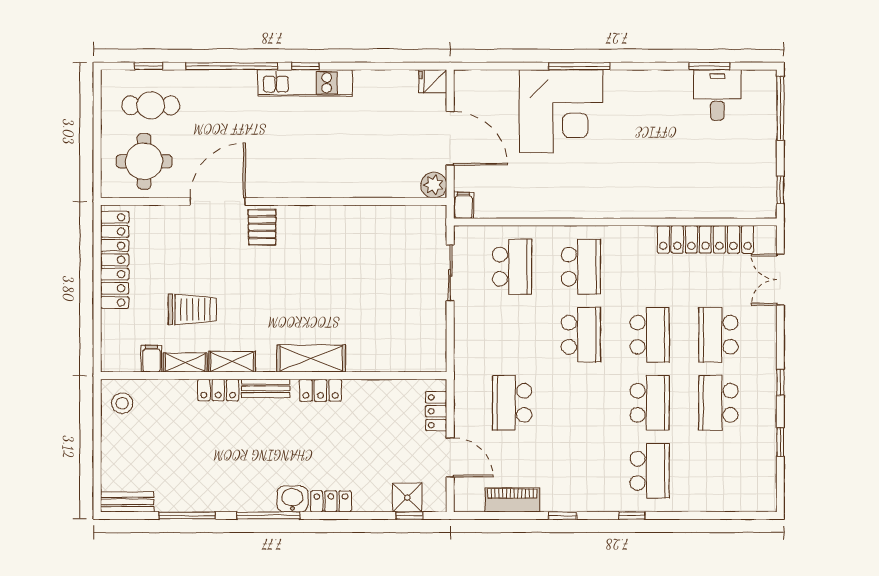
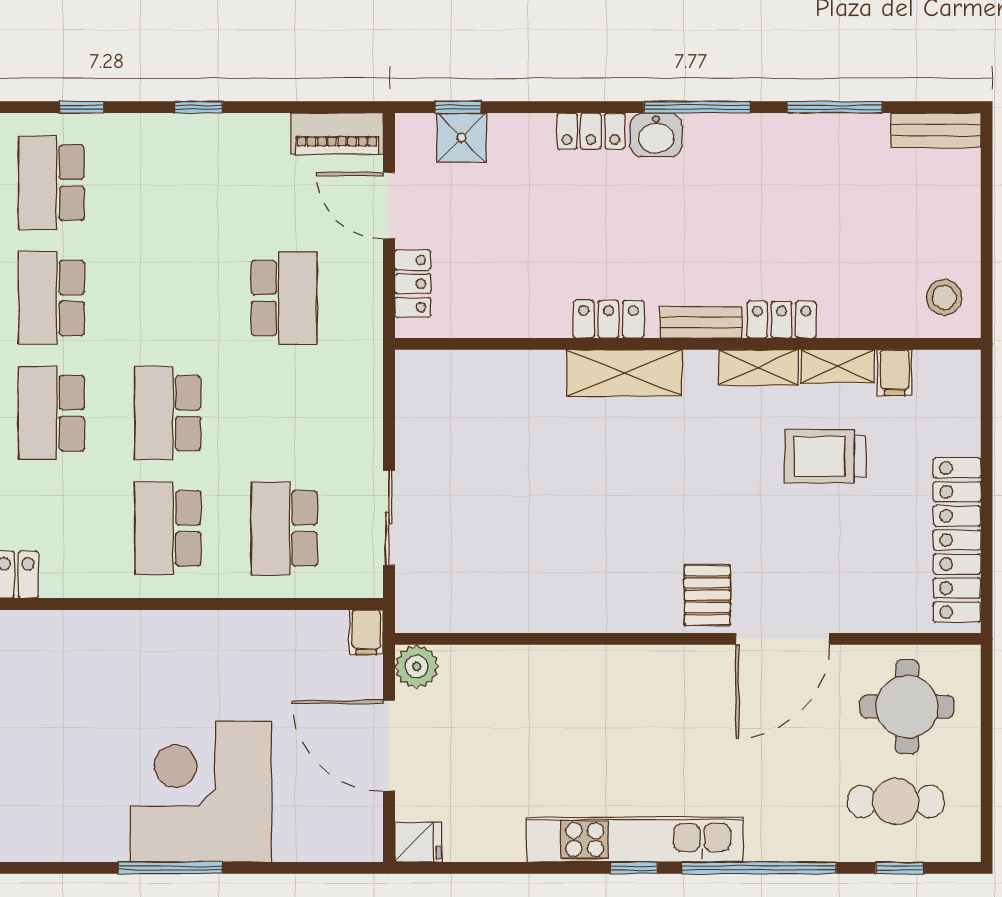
kitchen unit: (305, 83) -> (635, 840), width x1.36
piano: (512, 500) -> (337, 134), moved

